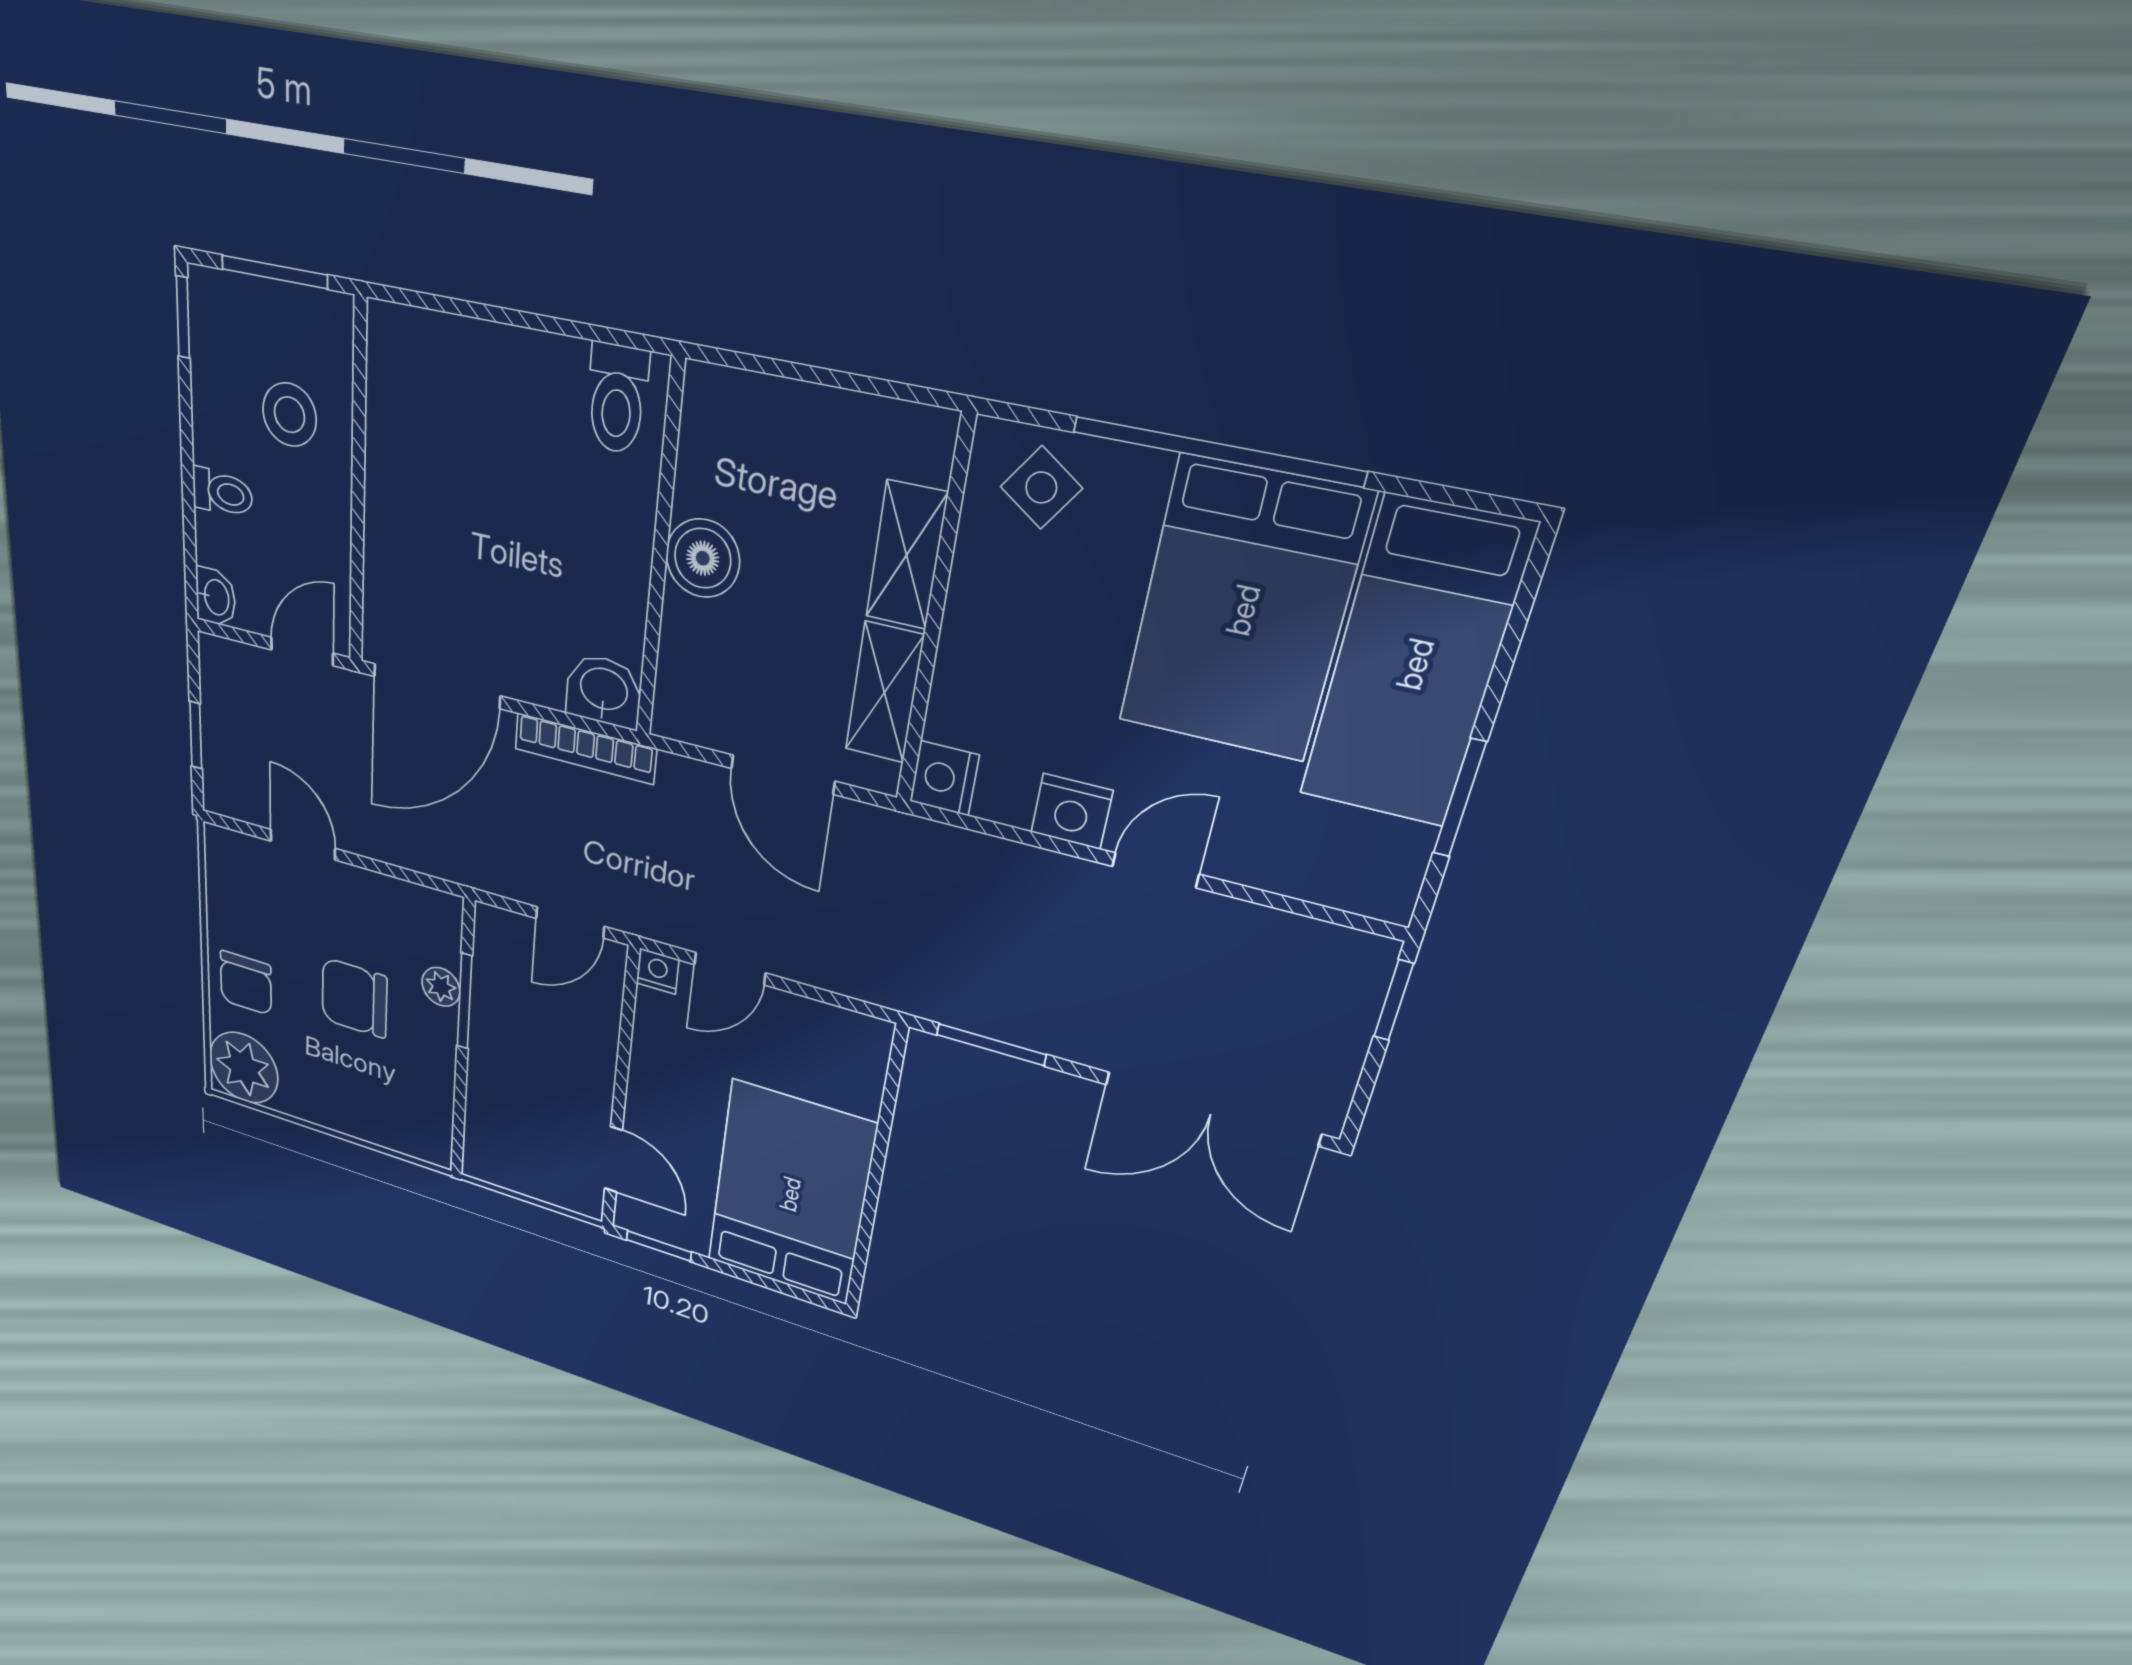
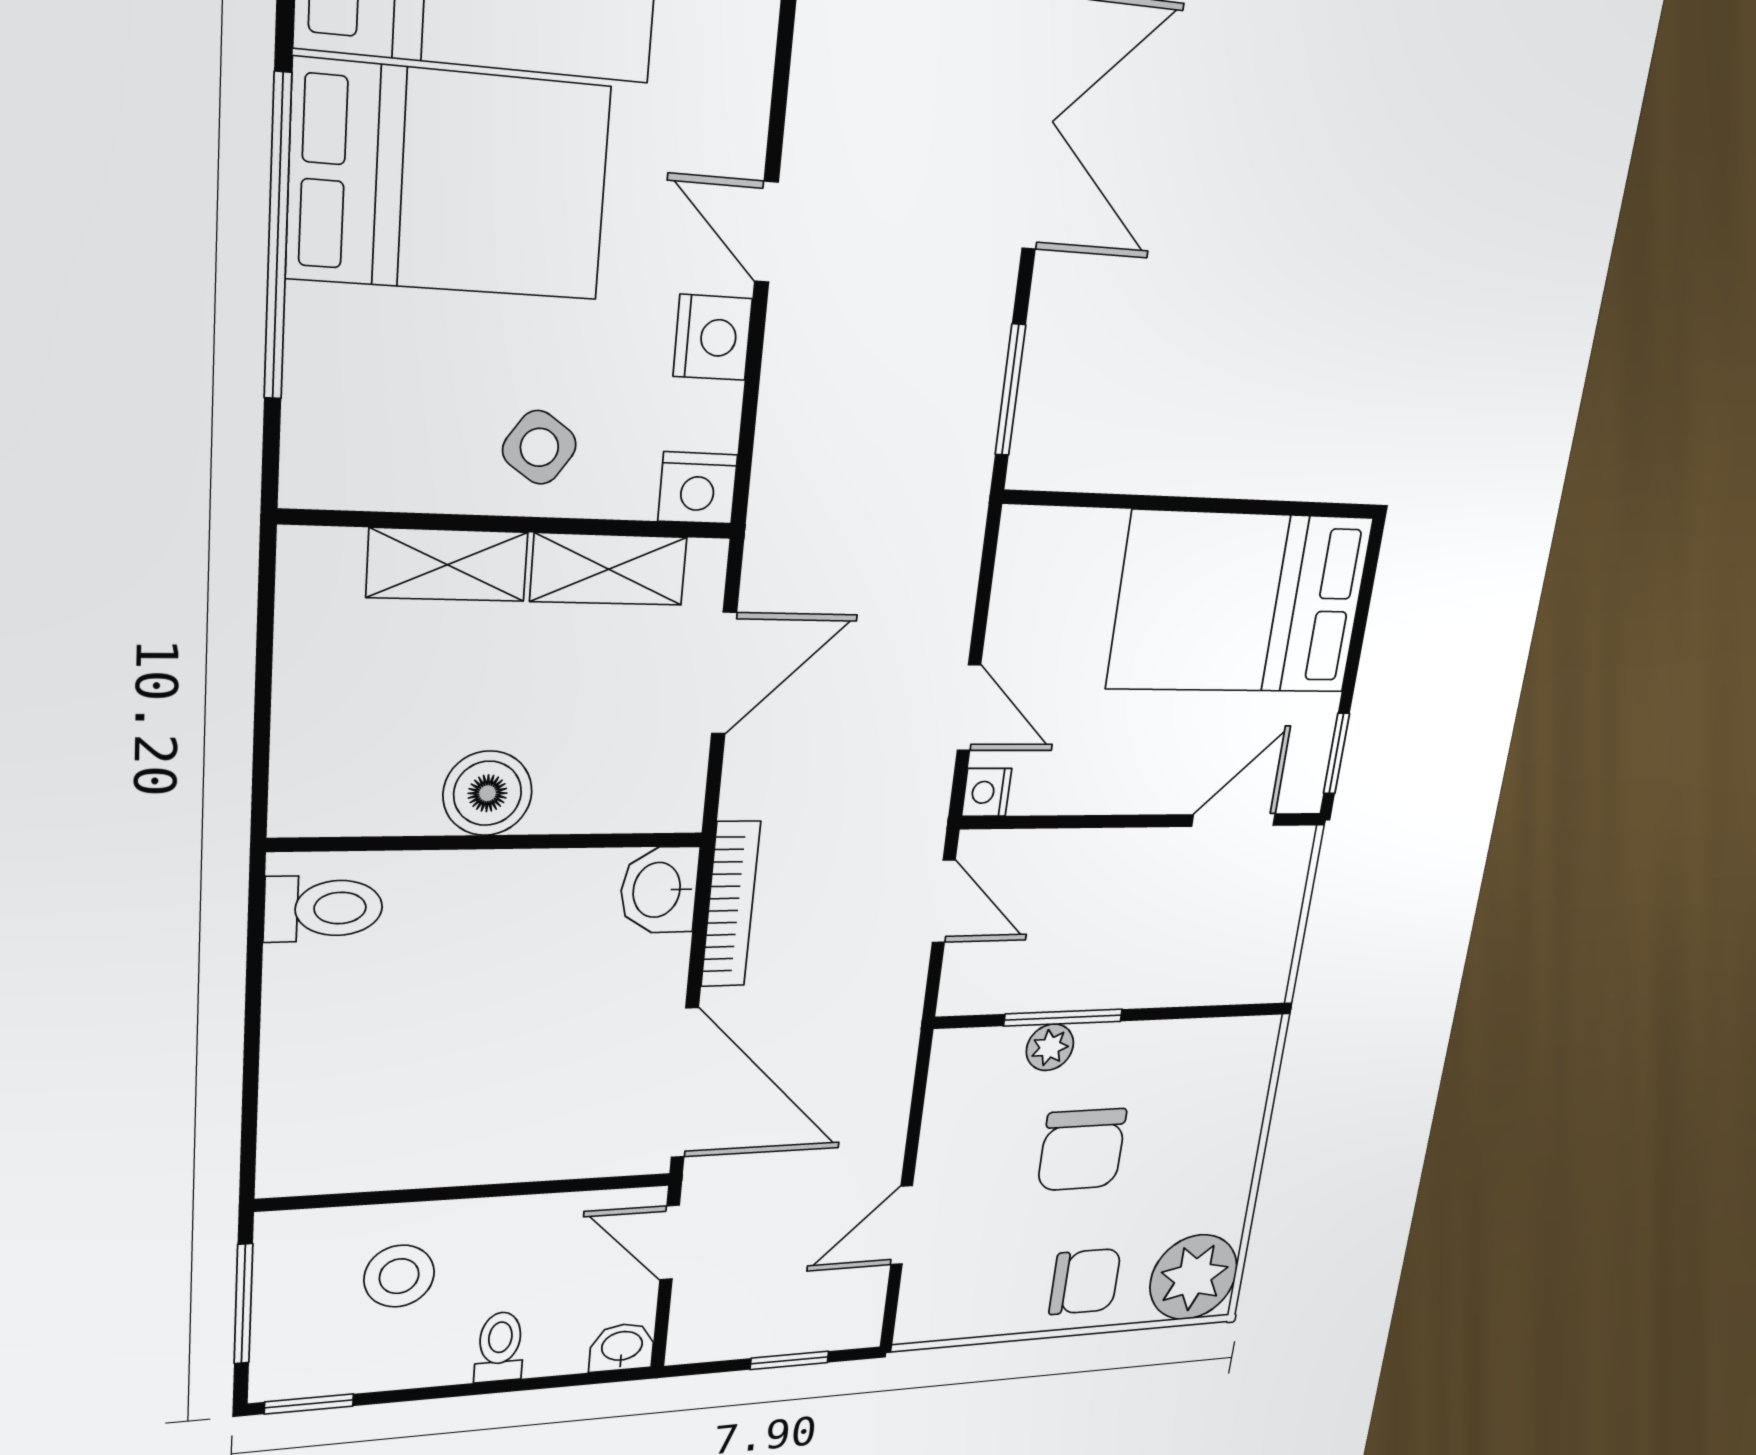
side table: (1041, 488) -> (539, 447), moved

